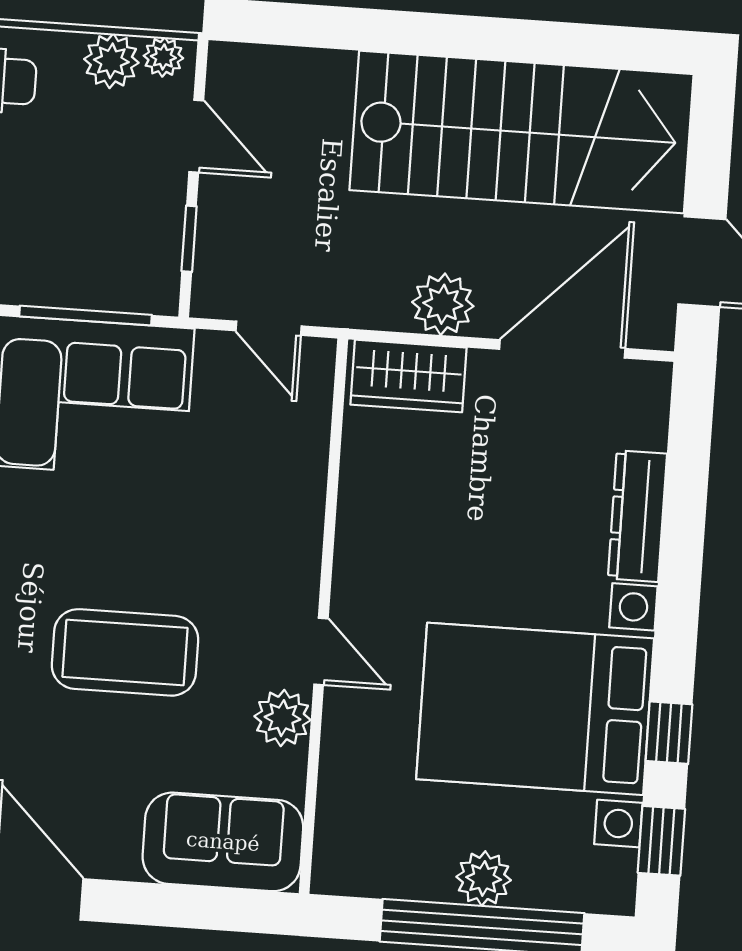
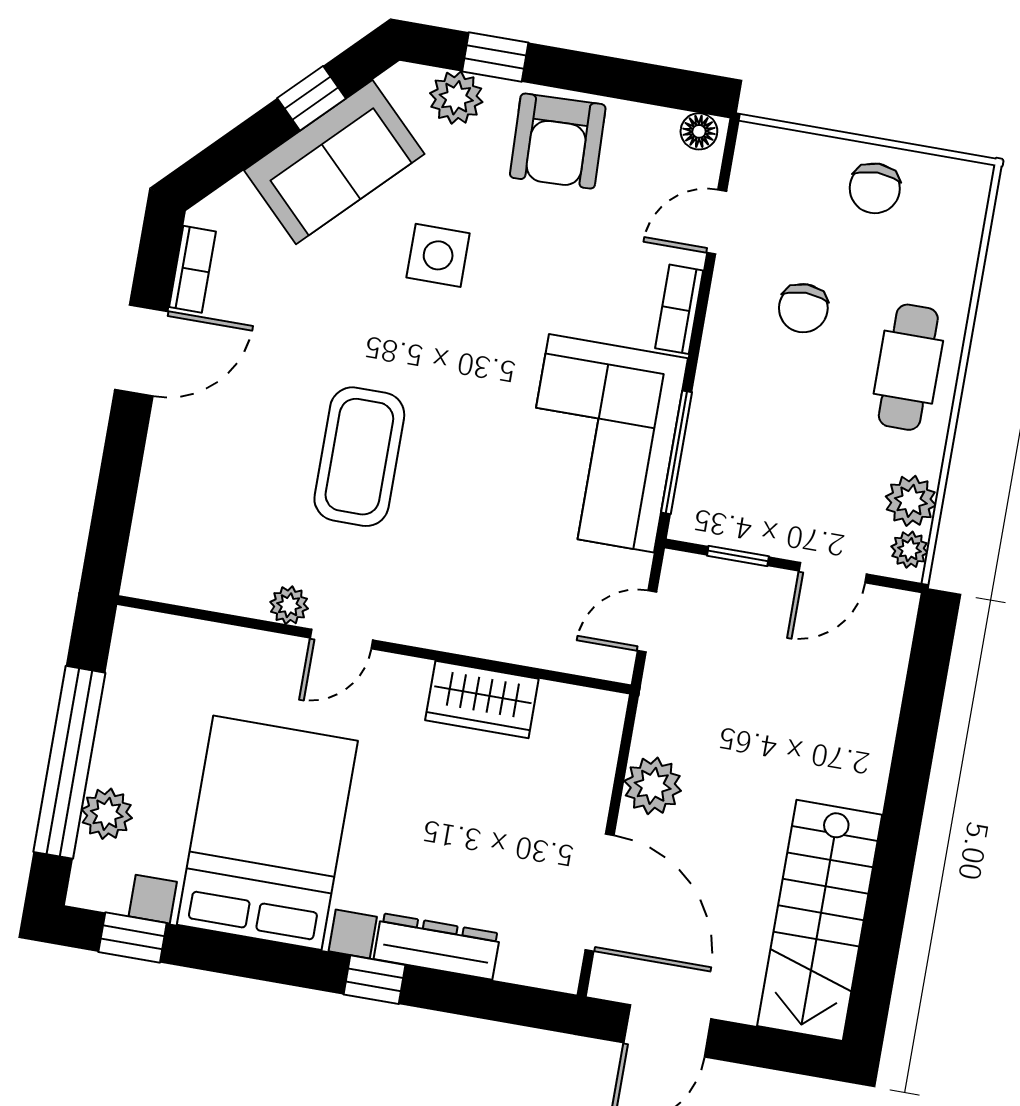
stairs: (521, 132) -> (820, 920), width x0.73, depth x0.66
wardrobe: (408, 376) -> (482, 699), moved, turned -90
plant: (283, 718) -> (289, 605), width x0.73, depth x0.73
window: (669, 733) -> (375, 980), moved
sofa: (223, 842) -> (174, 529), removed
plant: (484, 878) -> (107, 814), moved

